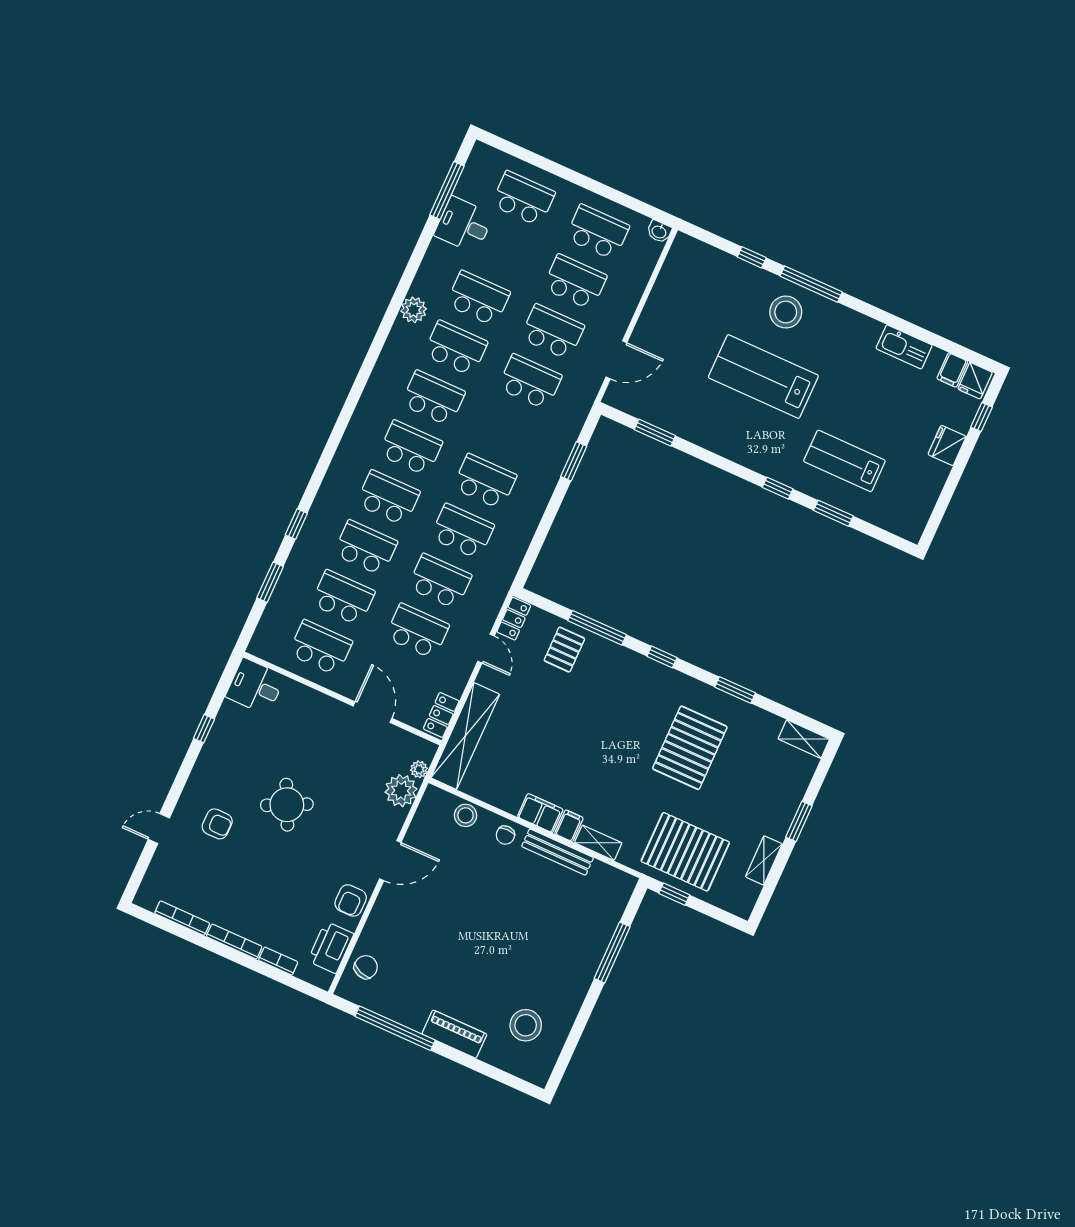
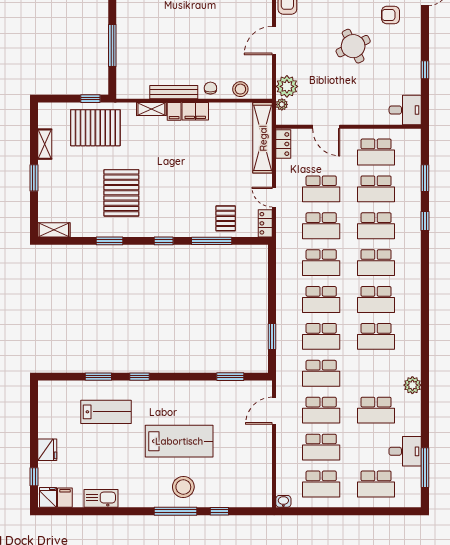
school desk: (456, 348) -> (321, 336), moved

